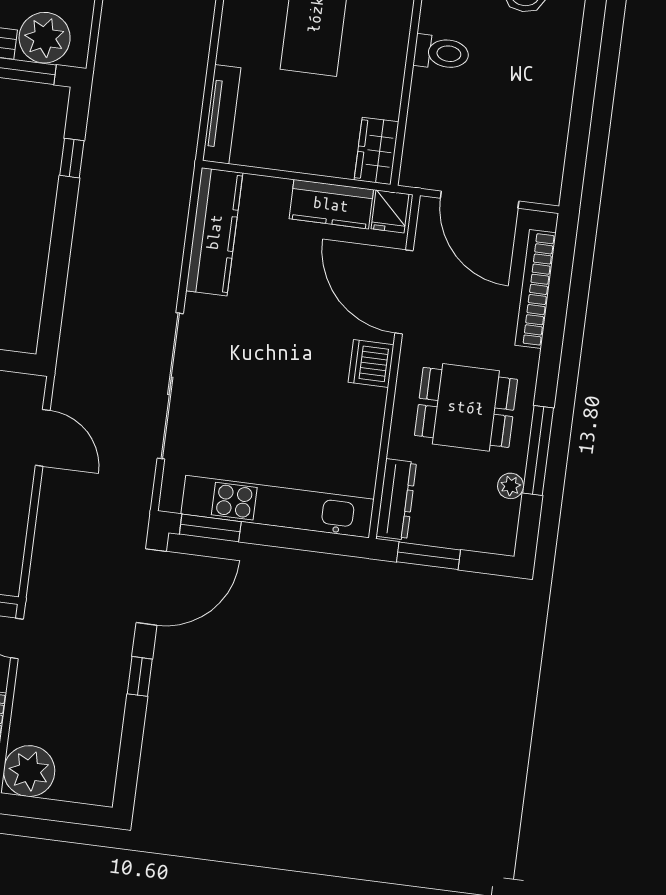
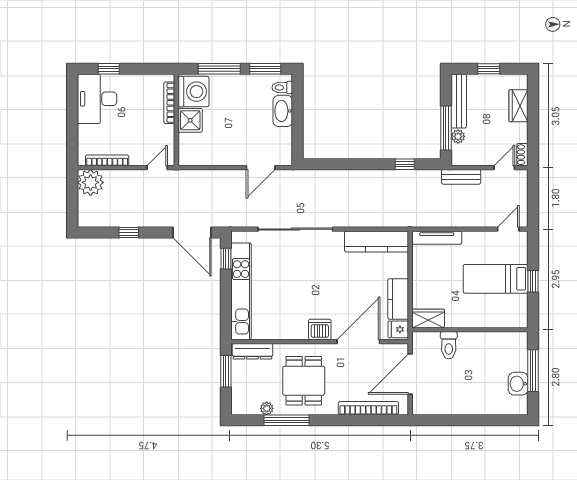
plant: (45, 38) -> (458, 136), width x0.53, depth x0.53
bench: (110, 52) -> (461, 177), added
toilet: (441, 53) -> (449, 345), moved
window: (210, 528) -> (226, 259), width x0.67
window: (140, 676) -> (129, 232), moved

